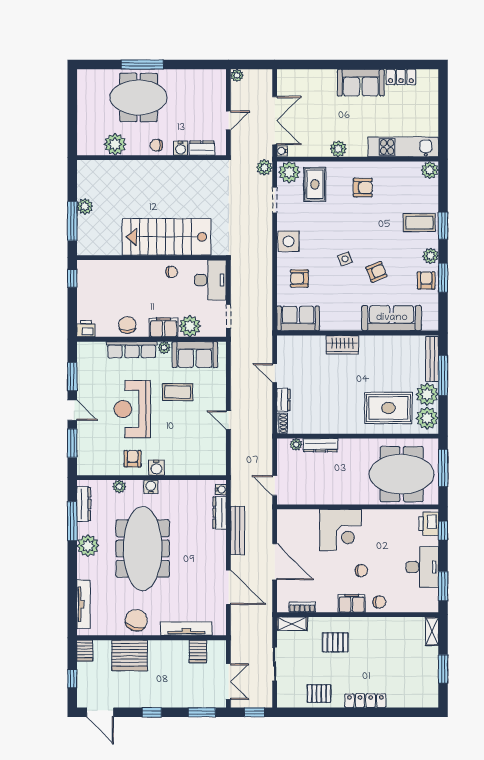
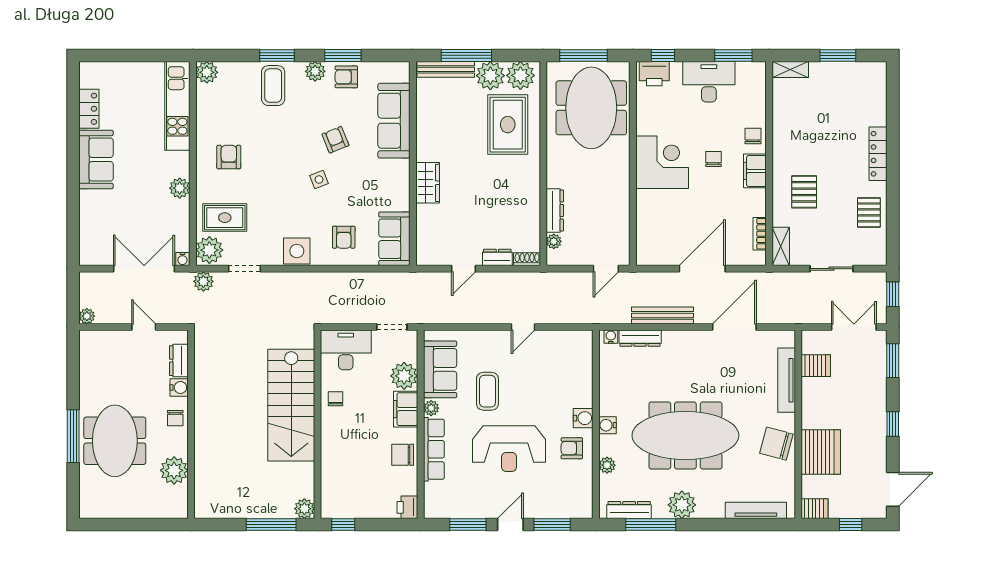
plant: (85, 206) -> (304, 509), moved
corner desk: (340, 530) -> (662, 162), moved

